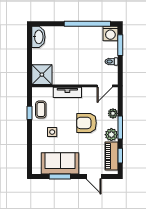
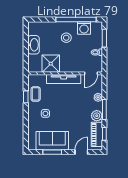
washing machine: (110, 33) -> (84, 28), moved
washbasin: (38, 37) -> (33, 45), moved
stool: (76, 45) -> (66, 38), added
shower: (42, 75) -> (51, 64), moved
tv unit: (67, 92) -> (64, 79), width x1.41
armchair: (87, 123) -> (75, 106), removed
door: (94, 177) -> (81, 152), swing flipped

